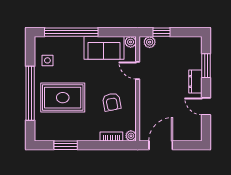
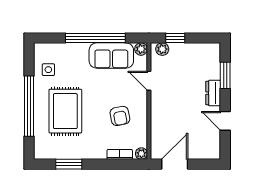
window: (71, 32) -> (95, 38), moved
rug: (63, 98) -> (65, 111), turned 90

